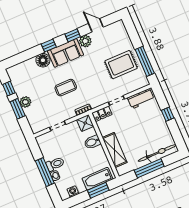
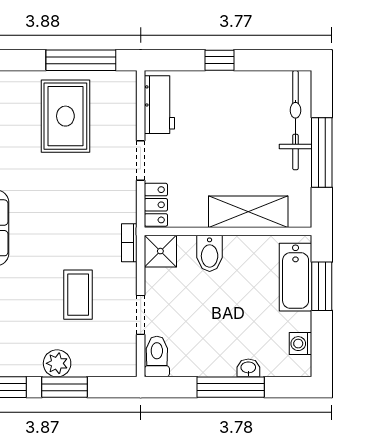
coffee table: (66, 88) -> (78, 295), moved
toilet: (55, 164) -> (157, 357), moved

